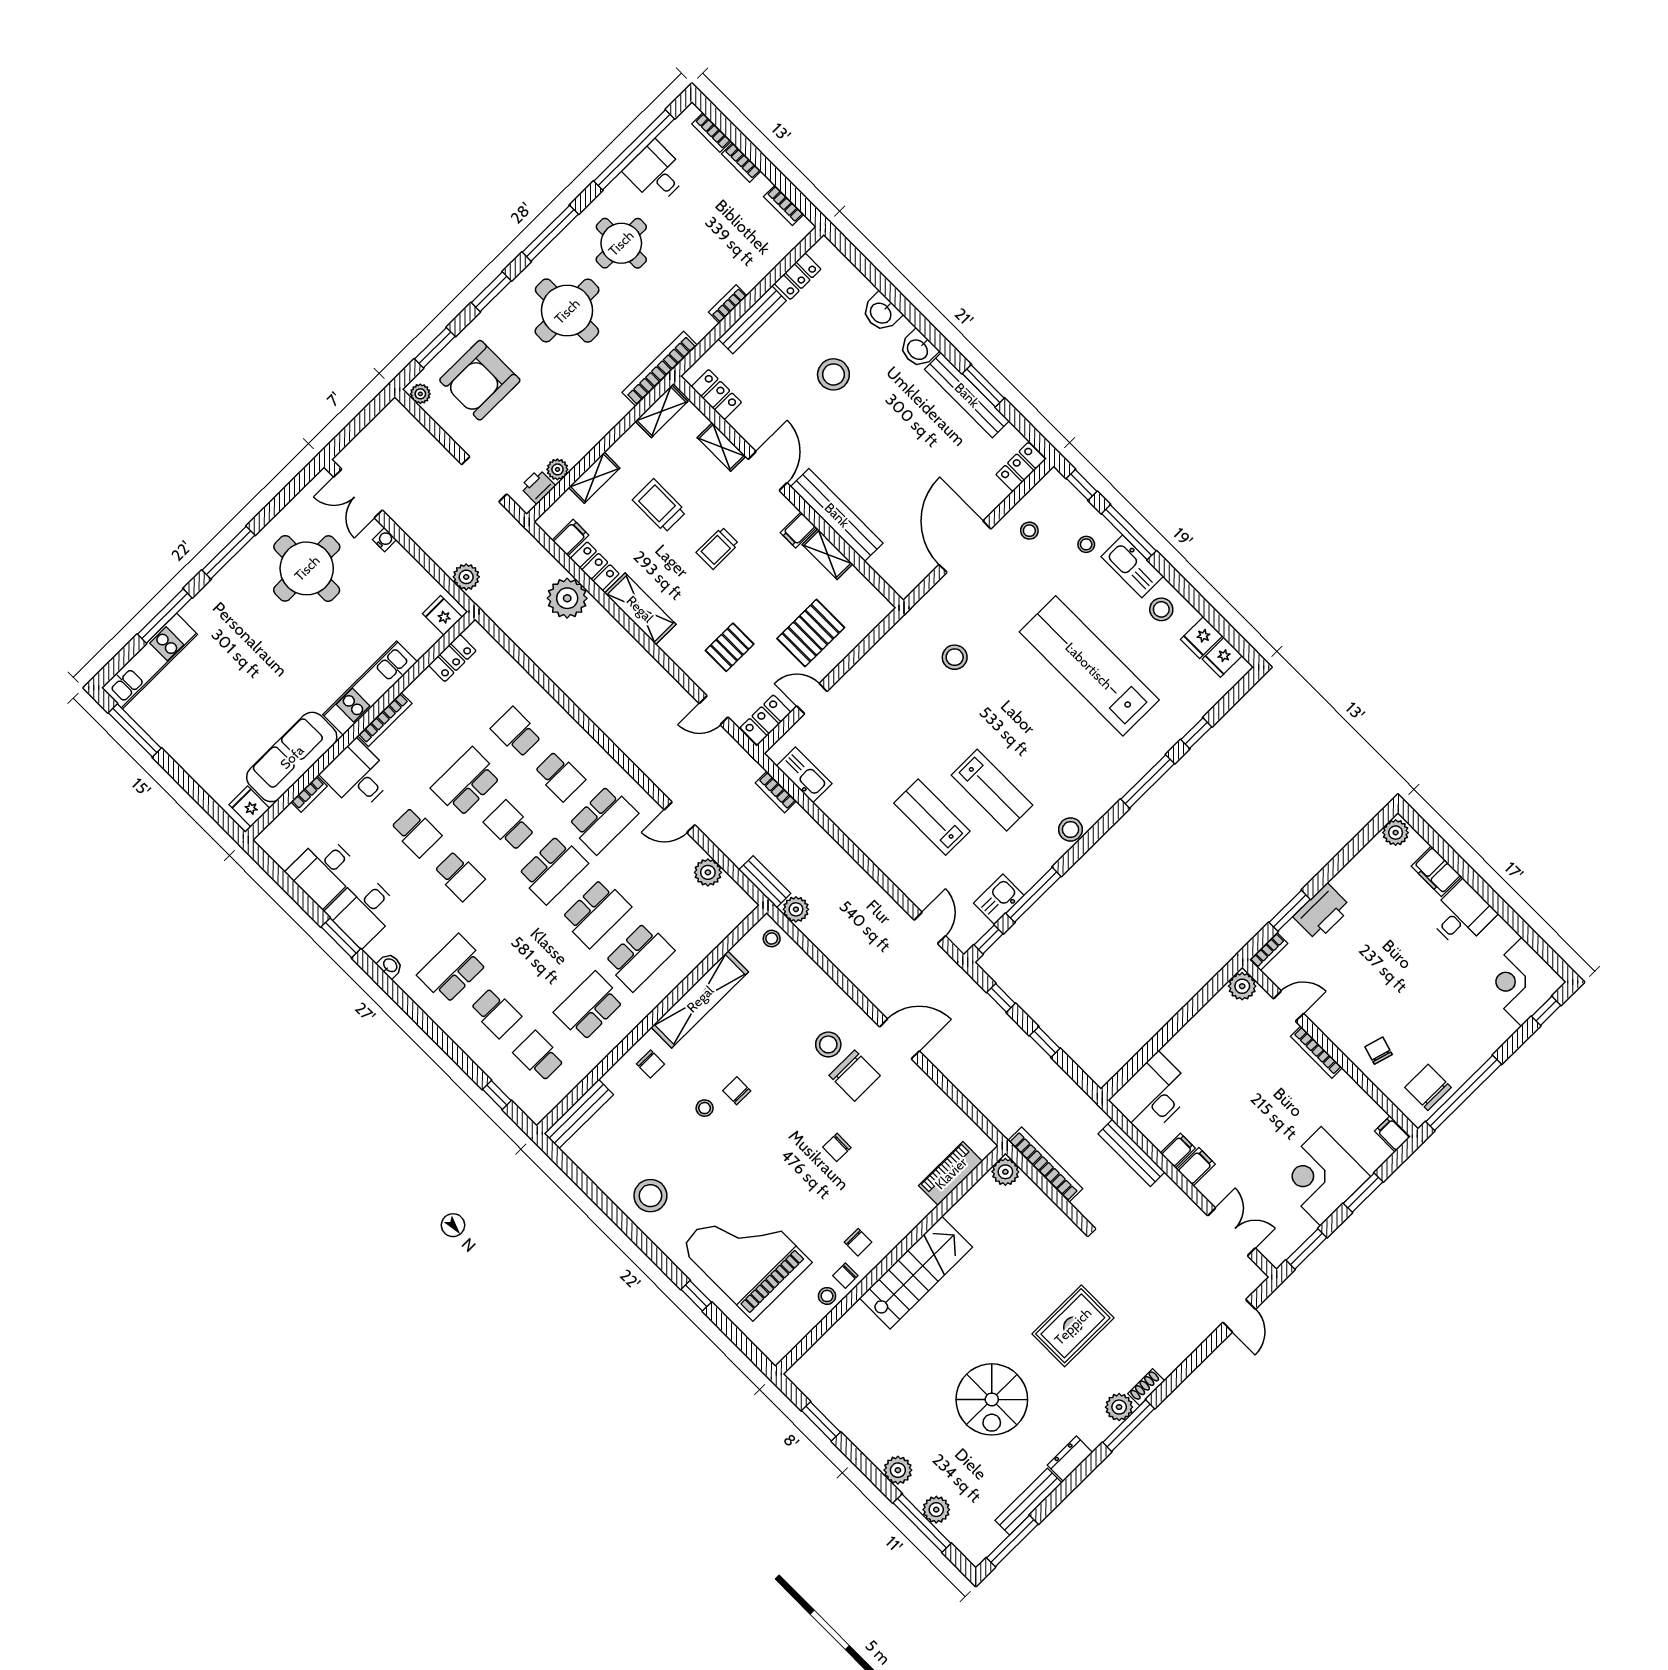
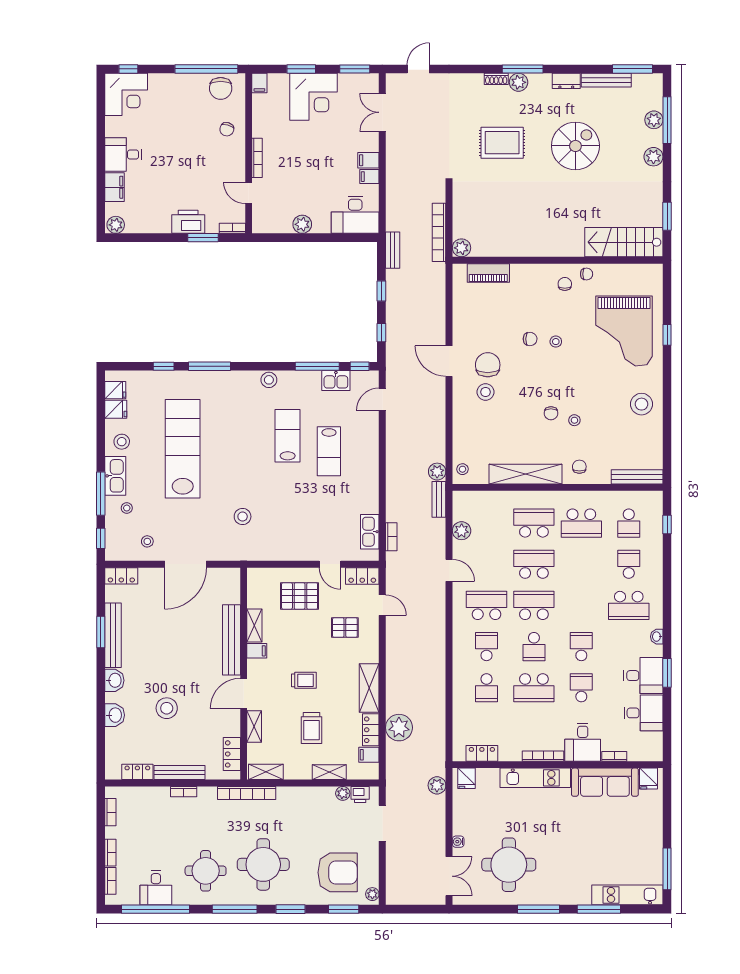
lab bench: (1089, 666) -> (183, 449), turned 180
plant: (1242, 986) -> (302, 224), moved
bench: (1131, 1153) -> (393, 250), moved, width x0.73
stairs: (916, 1273) -> (624, 242), moved
stool: (827, 1296) -> (556, 342), moved

